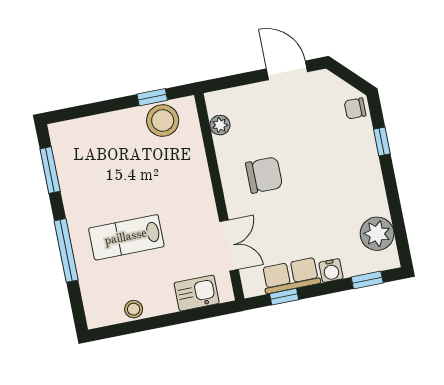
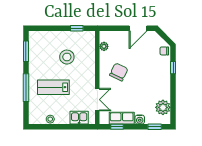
door: (287, 70) -> (138, 28), swing flipped
stool: (163, 121) -> (67, 57), moved
chair: (264, 175) -> (119, 72), turned -64

